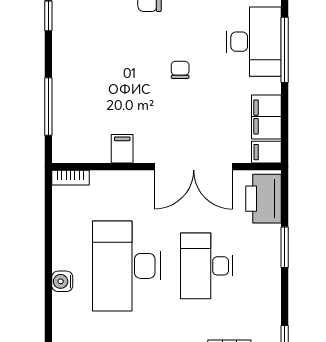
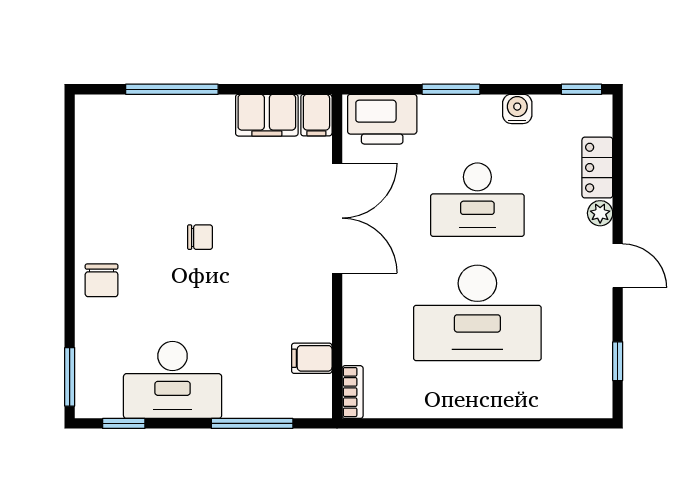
desk: (254, 42) -> (173, 380), moved, turned 180
chair: (180, 70) -> (200, 237), turned 180
filing cabinet: (122, 149) -> (312, 358), moved
water cooler: (62, 281) -> (517, 109), moved, turned 180

